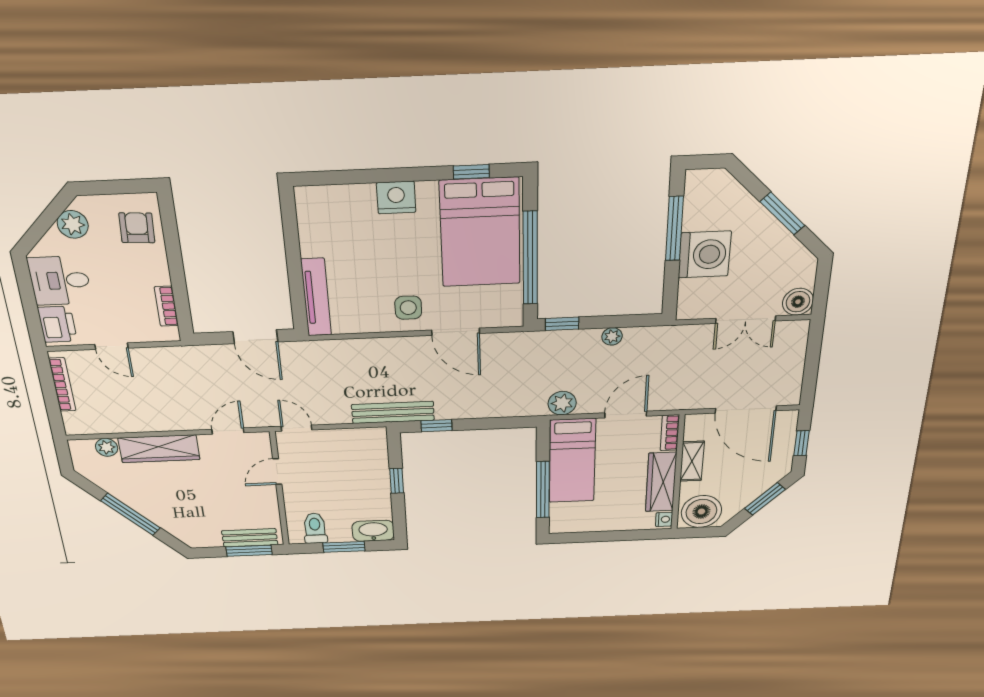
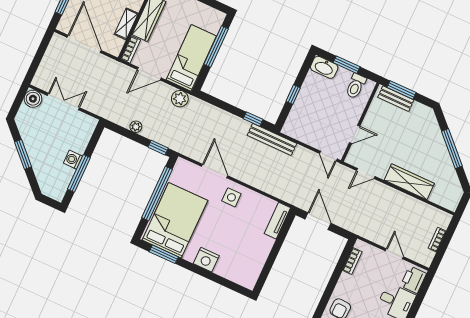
window: (471, 172) -> (164, 254), width x1.50
washing machine: (705, 254) -> (73, 160), width x0.53, depth x0.53
tv unit: (316, 297) -> (277, 221), width x0.71
bookcase: (62, 385) -> (437, 240), width x0.64
plant: (107, 447) -> (437, 197), removed

